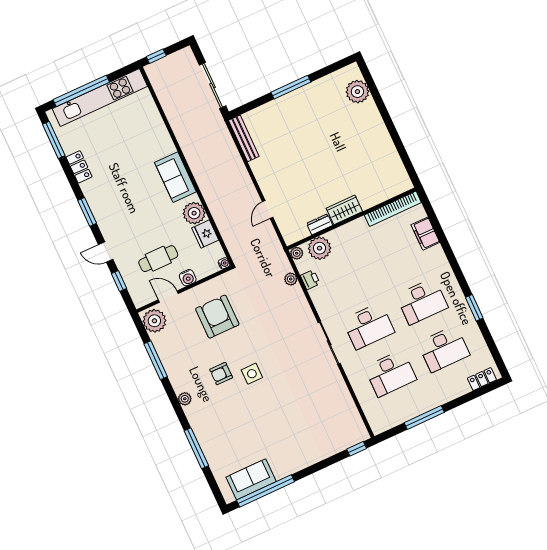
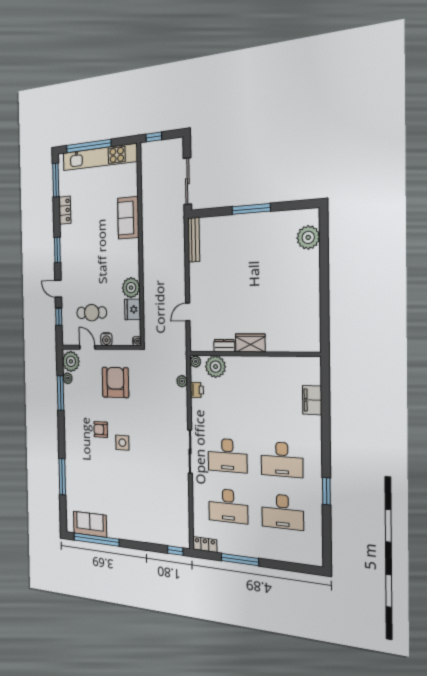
sofa: (175, 177) -> (128, 218), moved
bookcase: (393, 209) -> (293, 363), removed
locker: (482, 379) -> (205, 545), moved
plant: (185, 399) -> (68, 378), moved

